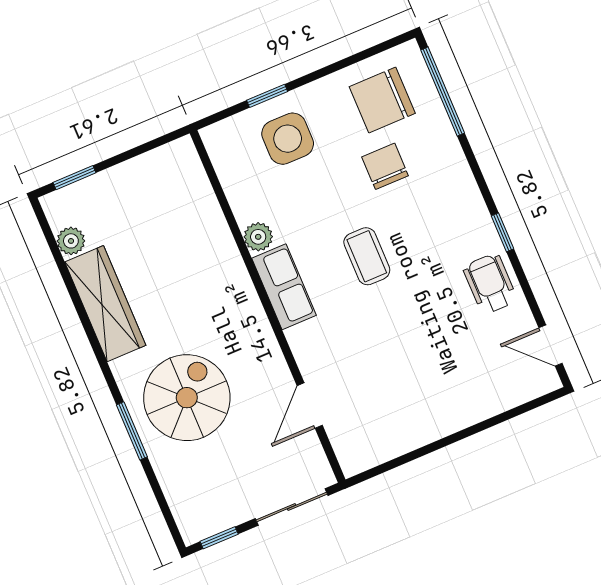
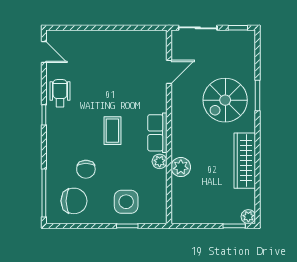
plant: (71, 241) -> (248, 217), moved
plant: (216, 243) -> (181, 167), added
wheelchair: (490, 284) -> (60, 93), turned 180

